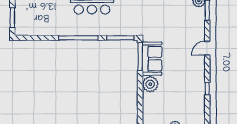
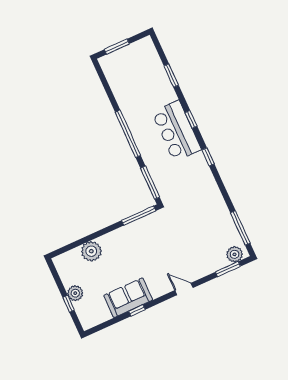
sofa: (152, 59) -> (128, 298), moved, turned 180
plant: (150, 84) -> (91, 251), moved

